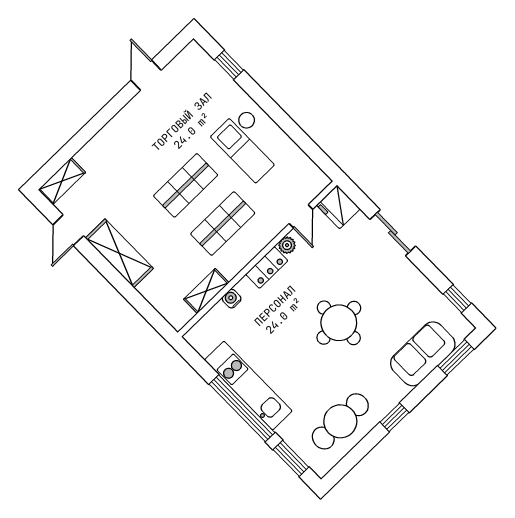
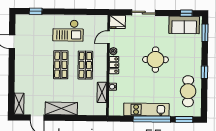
door: (301, 216) -> (108, 37), swing flipped
sofa: (423, 354) -> (184, 25), moved, turned -90

